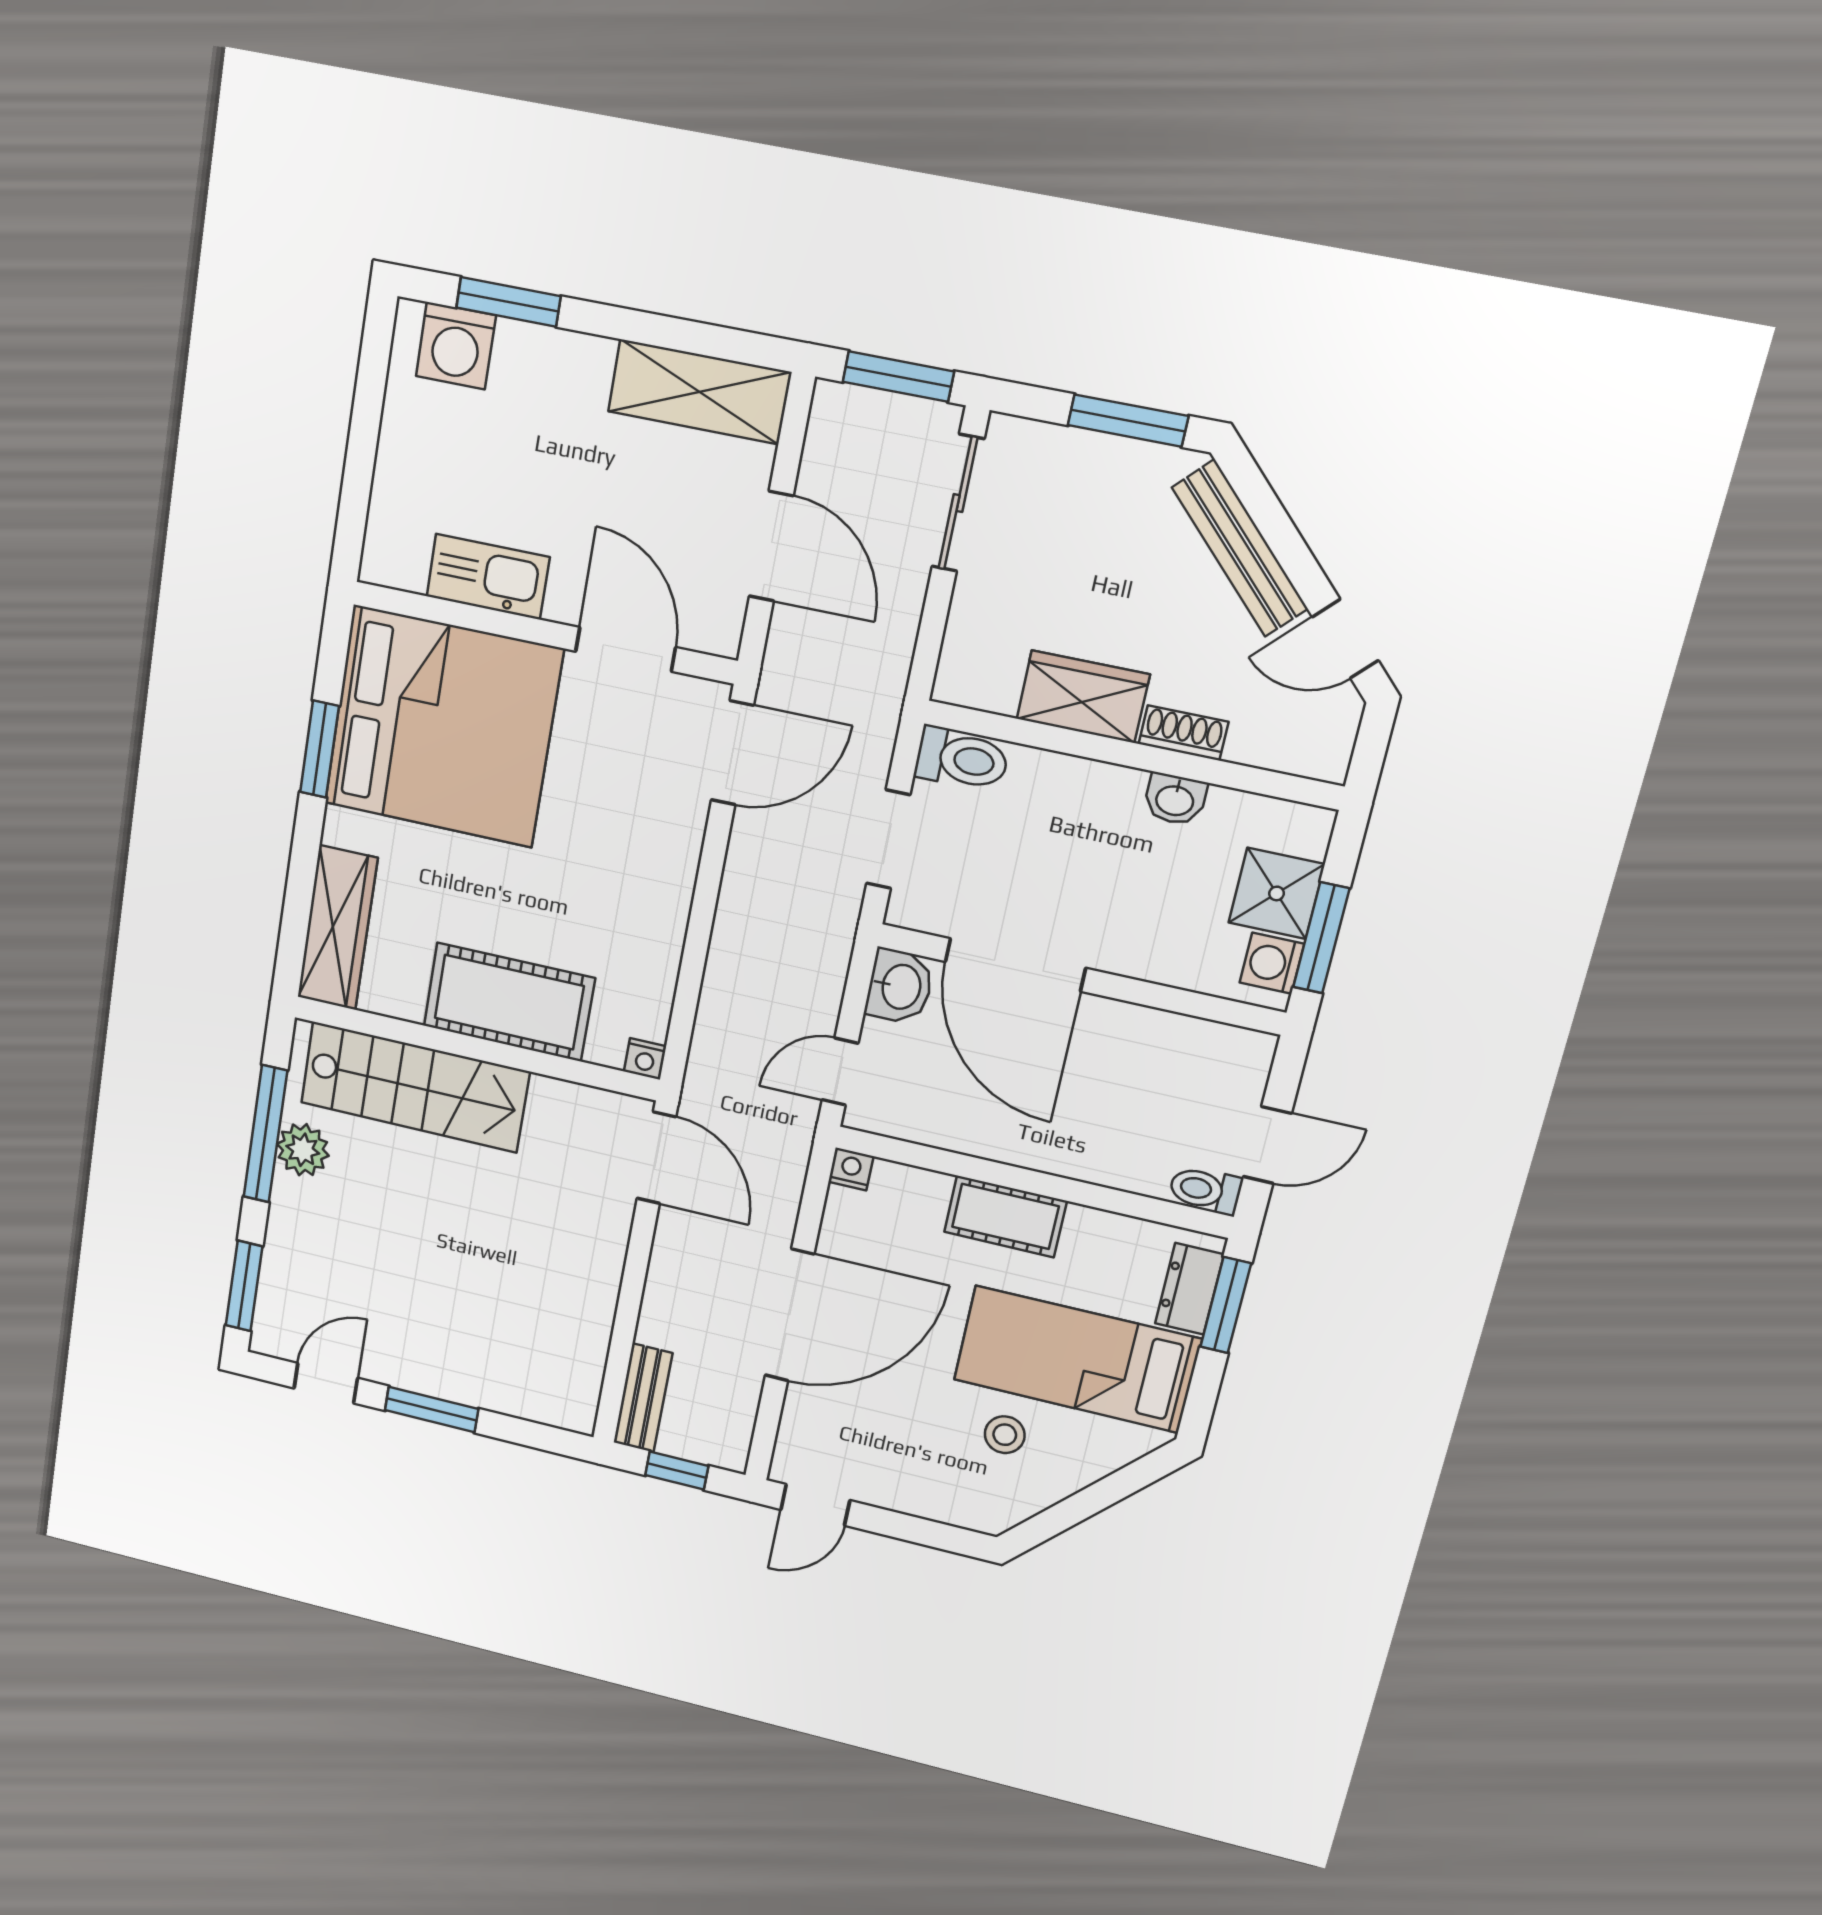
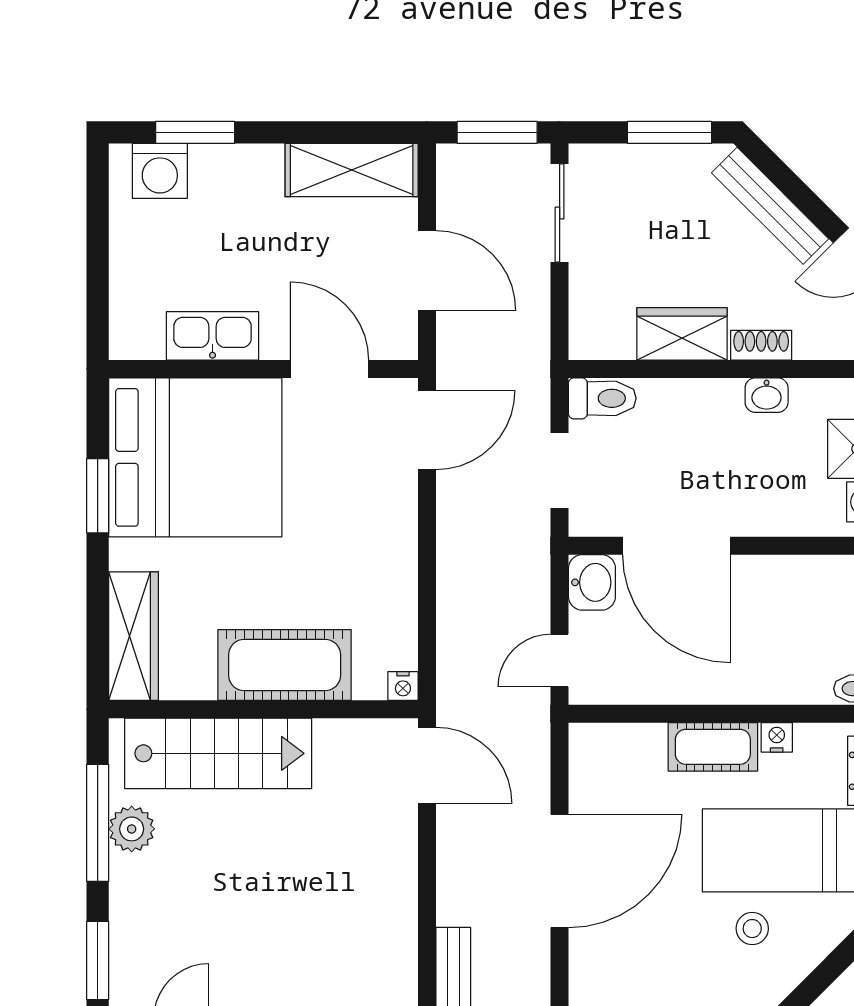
nightstand: (851, 1169) -> (777, 737), moved

